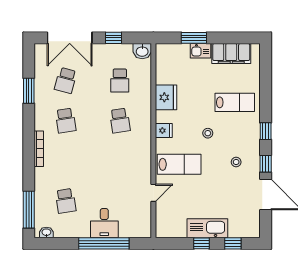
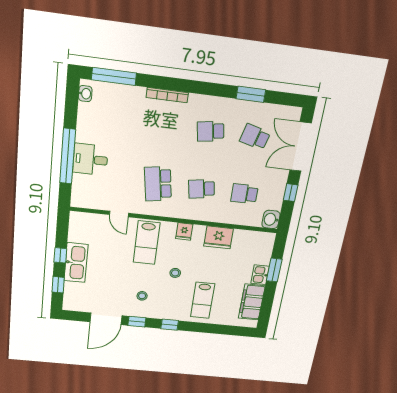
bookcase: (39, 149) -> (167, 95), moved
school desk: (66, 201) -> (158, 184), moved, width x1.85

